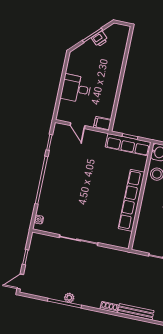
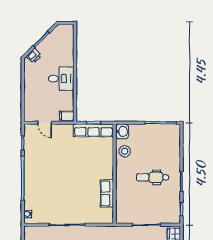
printer: (100, 39) -> (34, 56), moved
desk: (76, 89) -> (61, 79), moved, turned 180
row of seats: (131, 200) -> (107, 193), width x0.50

